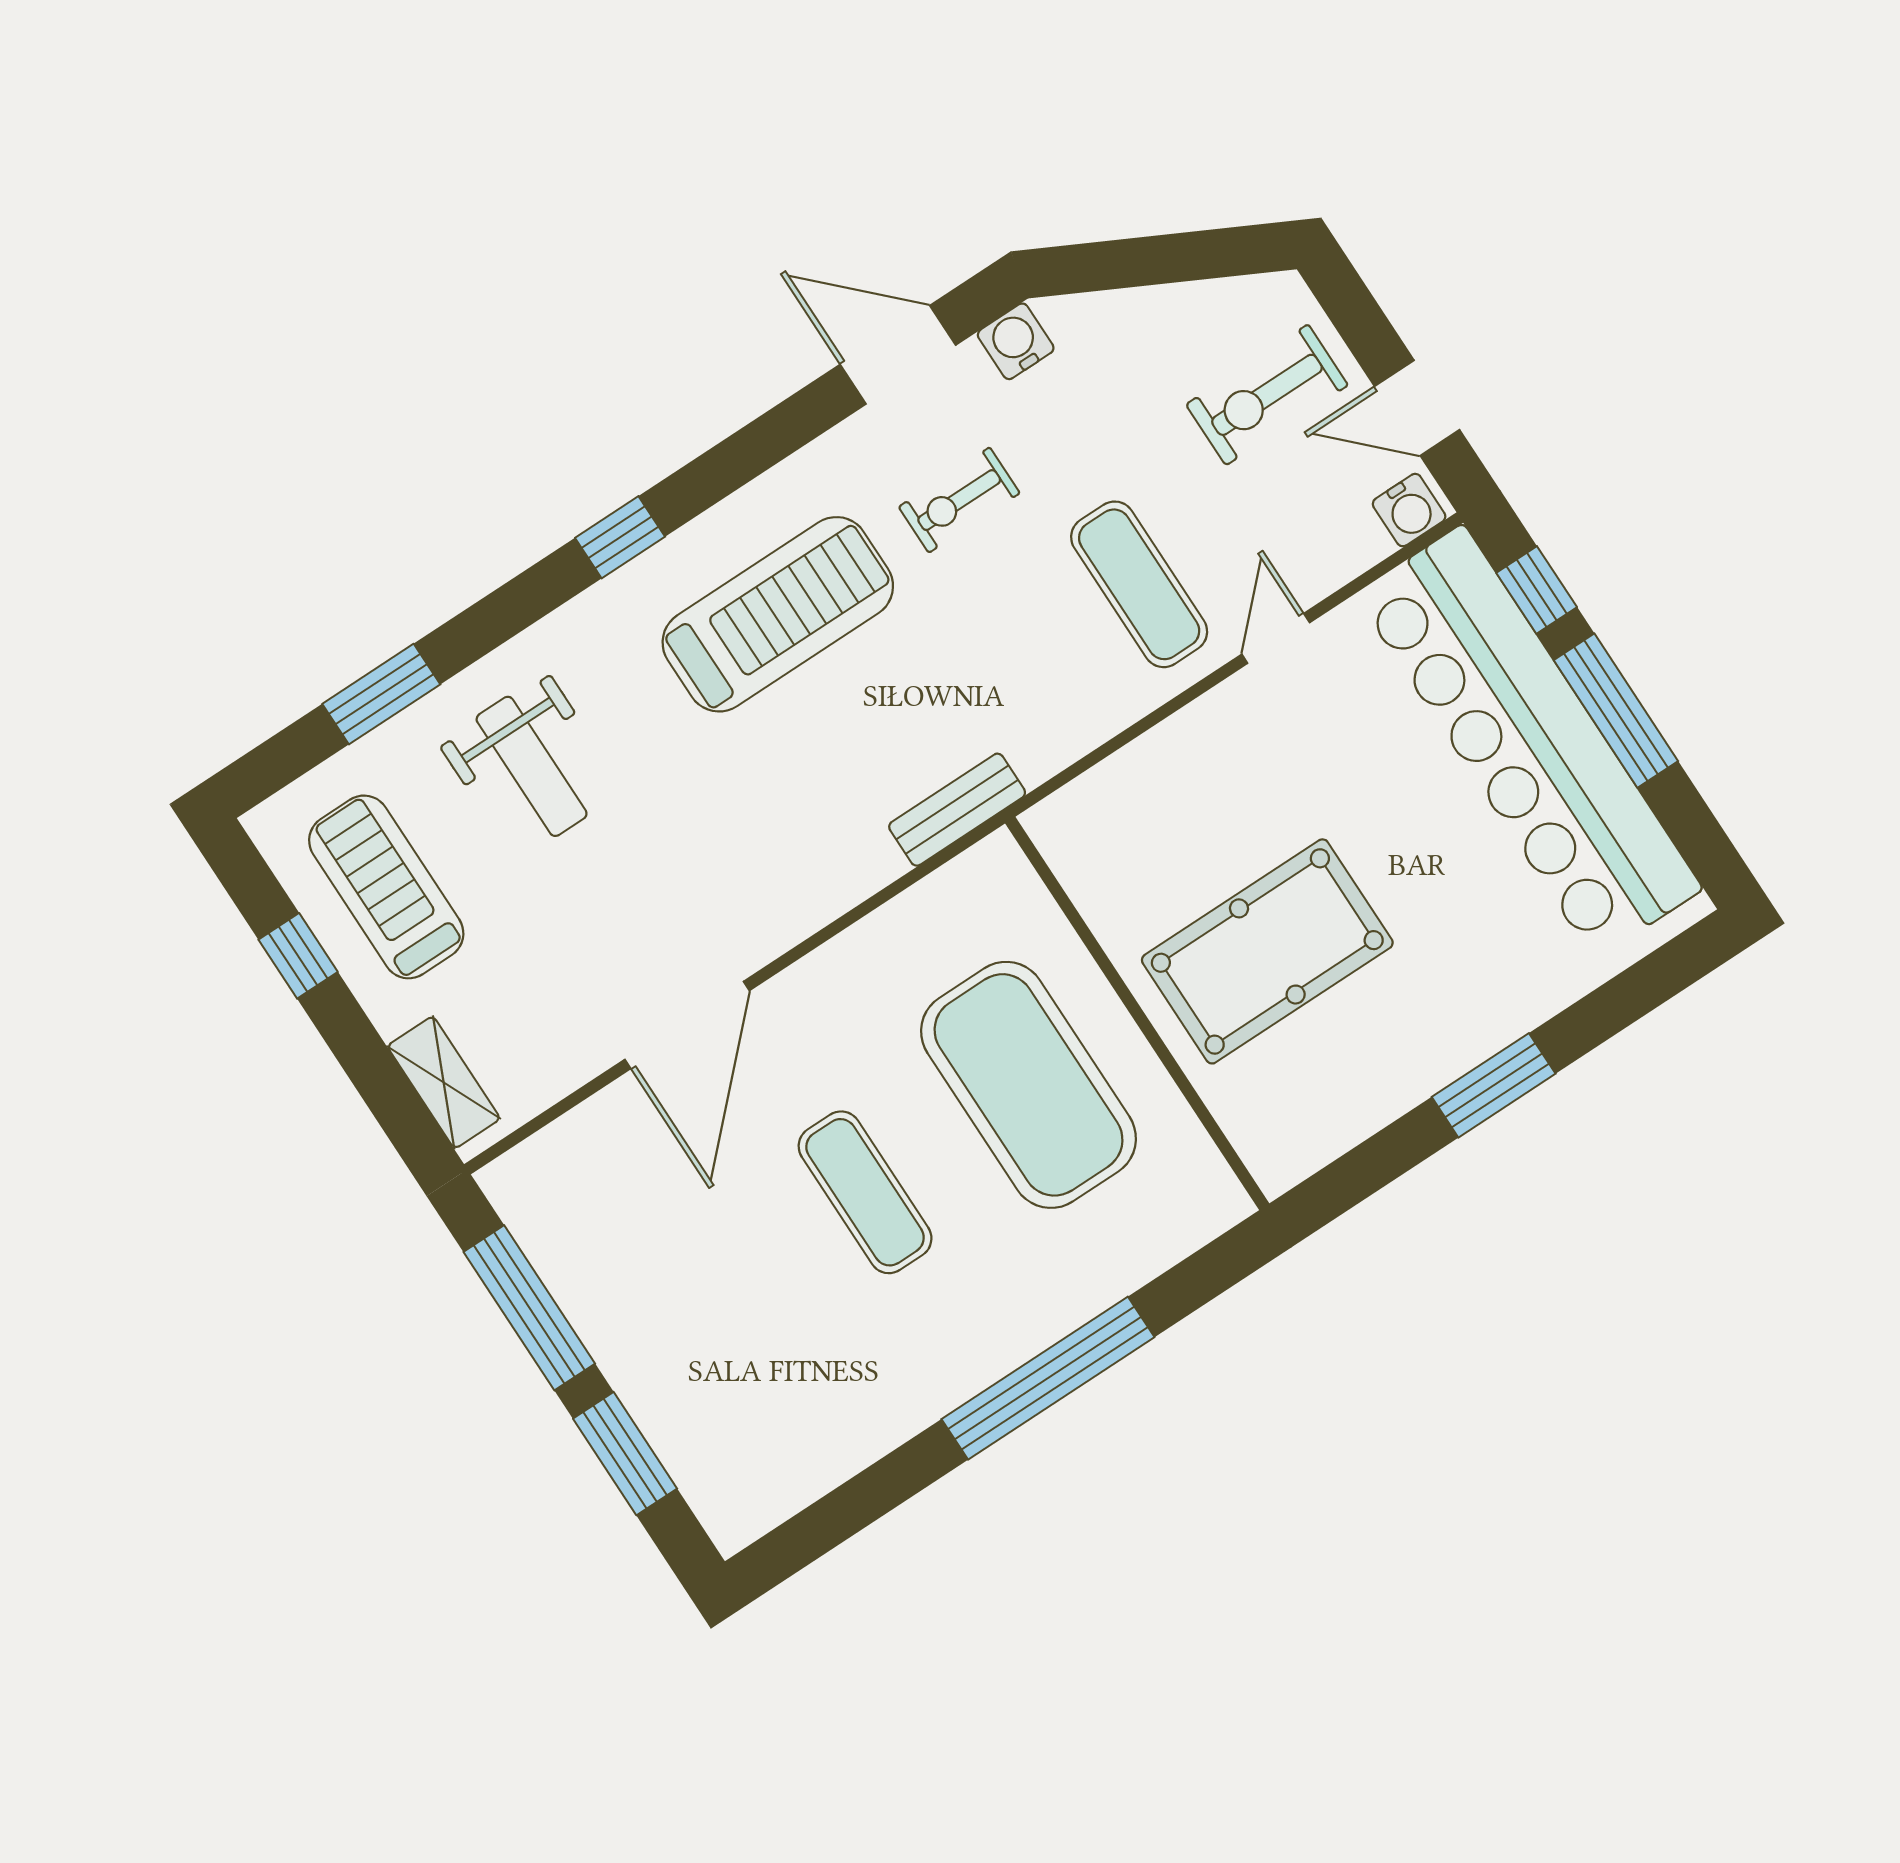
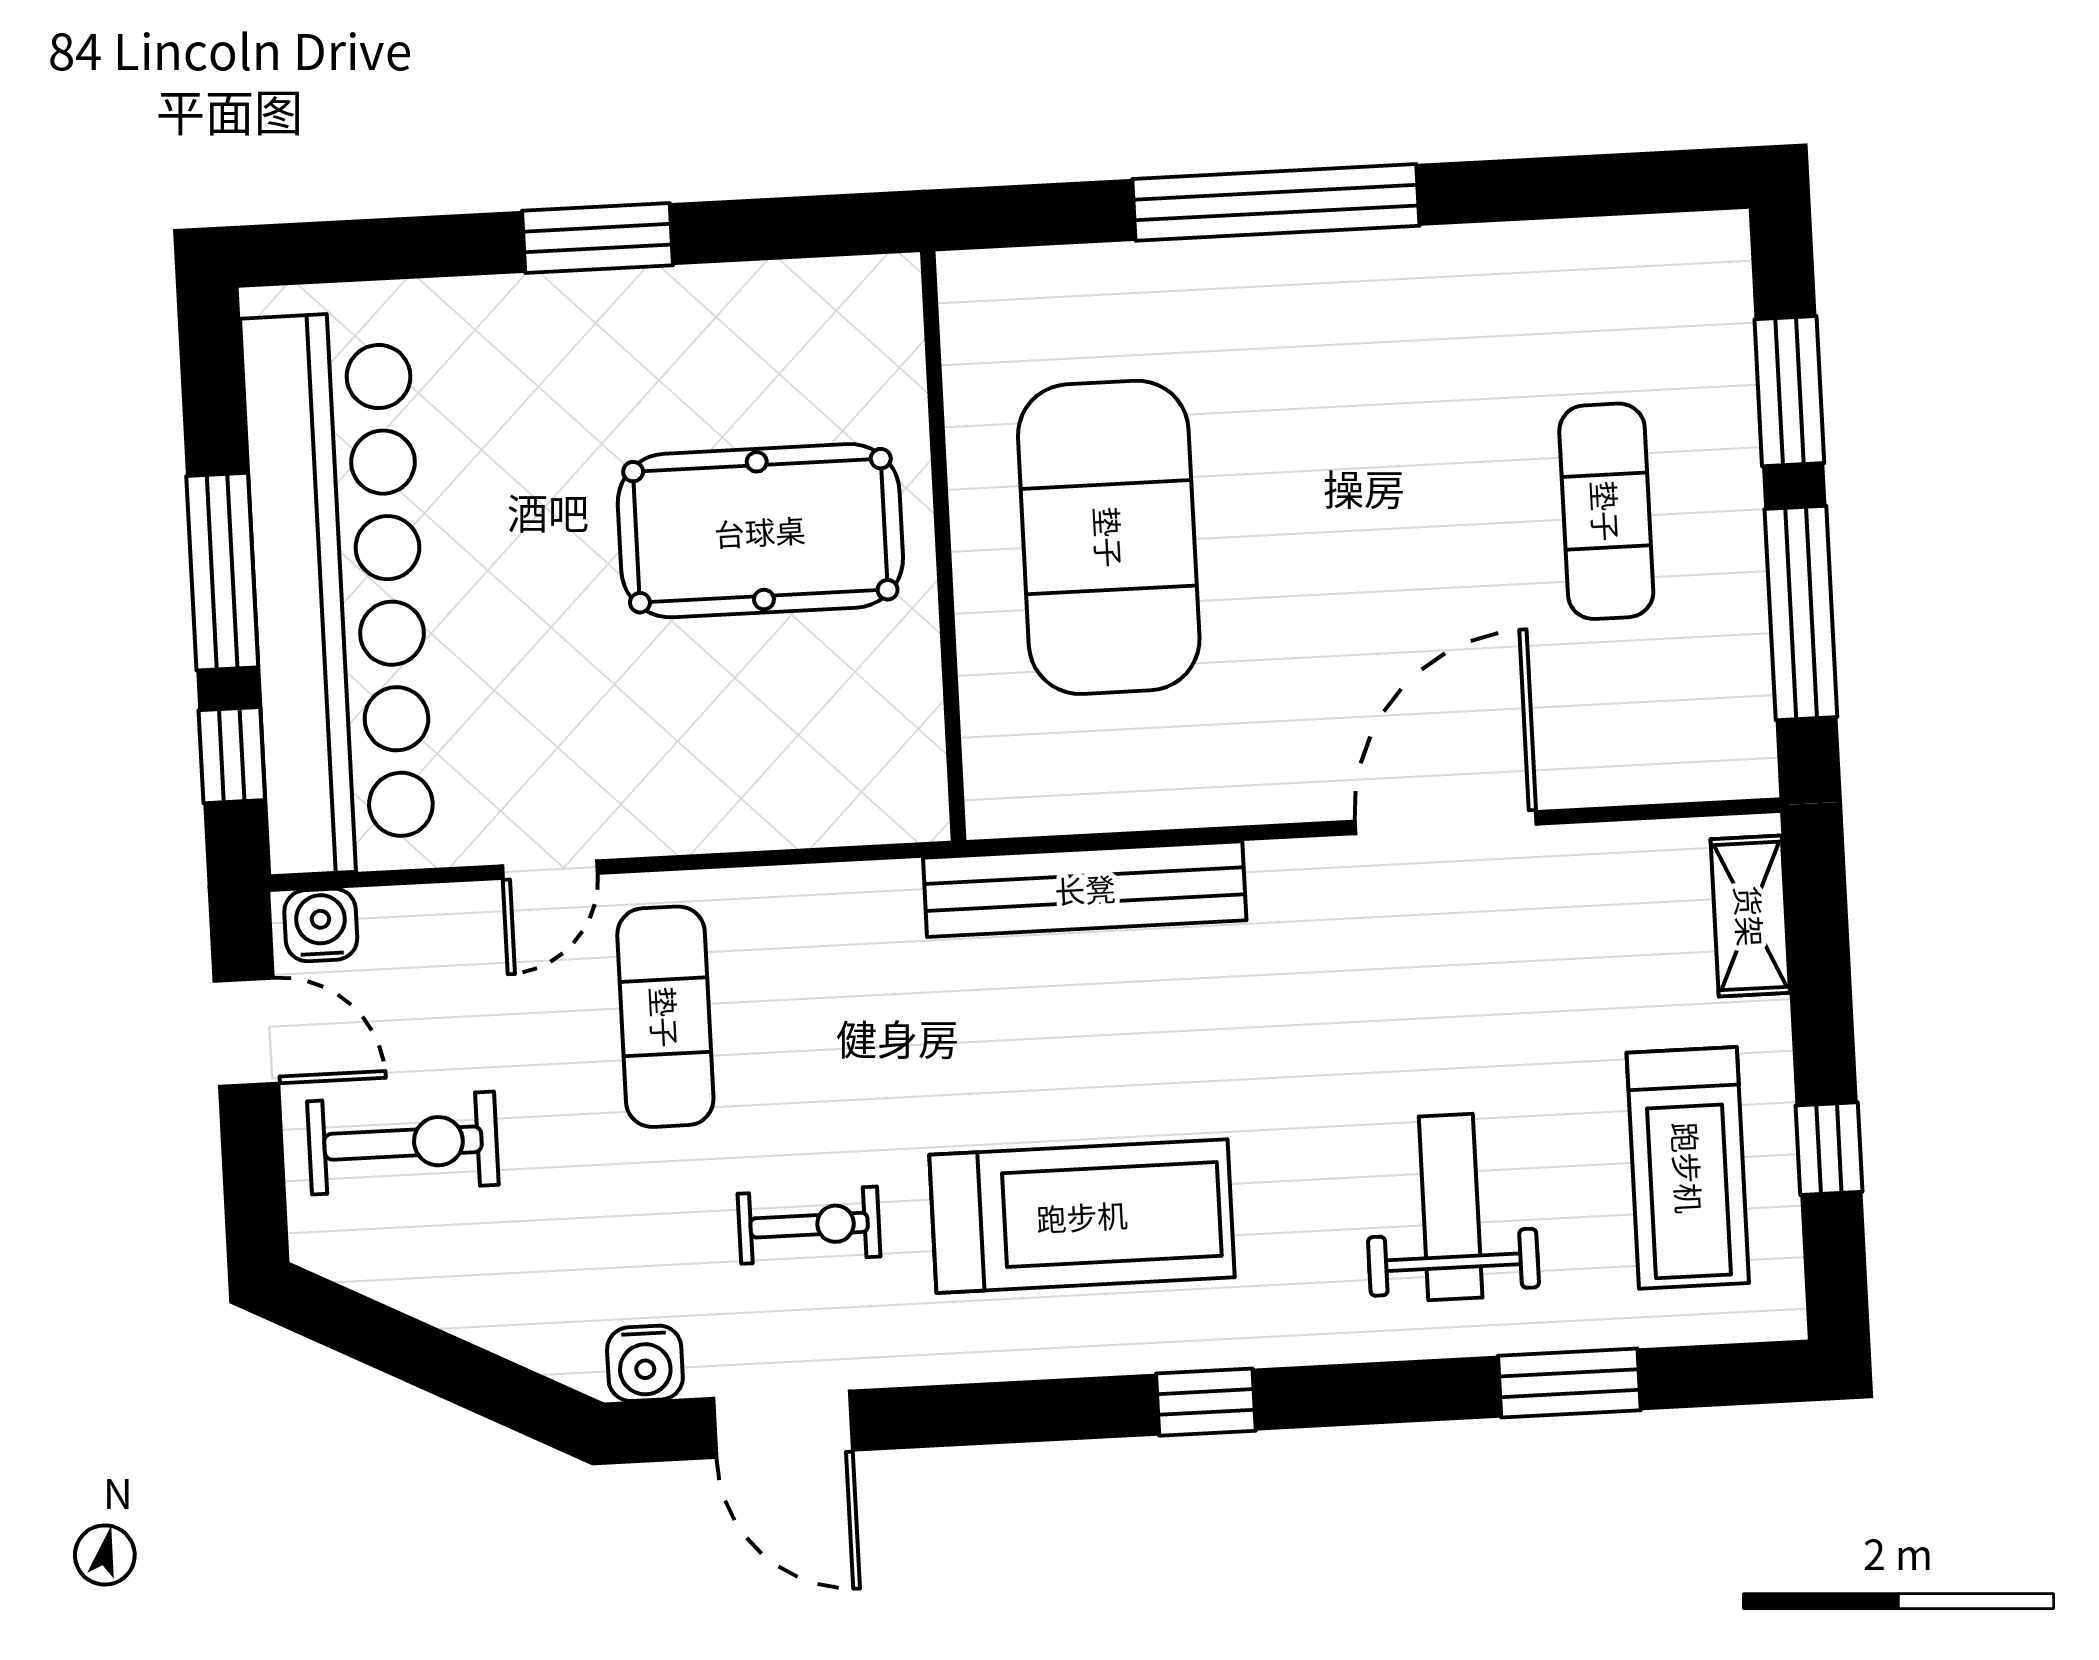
treadmill: (778, 614) -> (1082, 1216), turned 180
bench: (957, 810) -> (1085, 889), width x1.86, depth x1.21
exercise mat: (865, 1192) -> (1606, 511), moved

